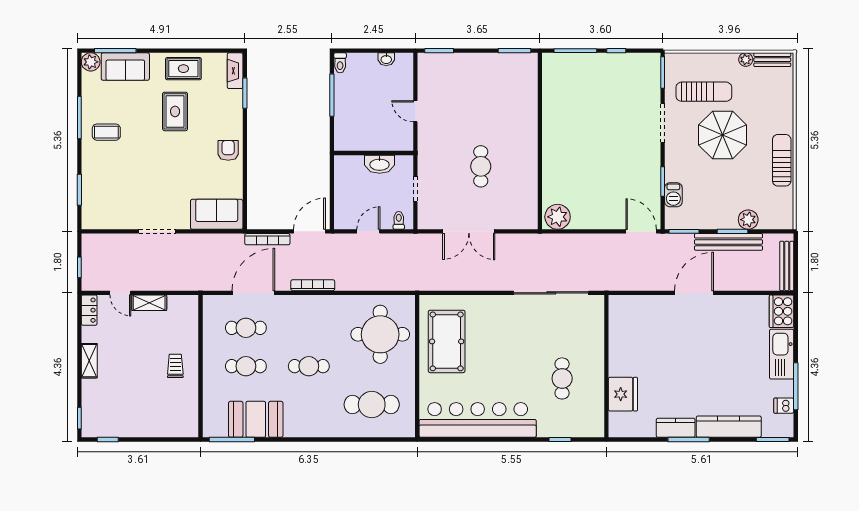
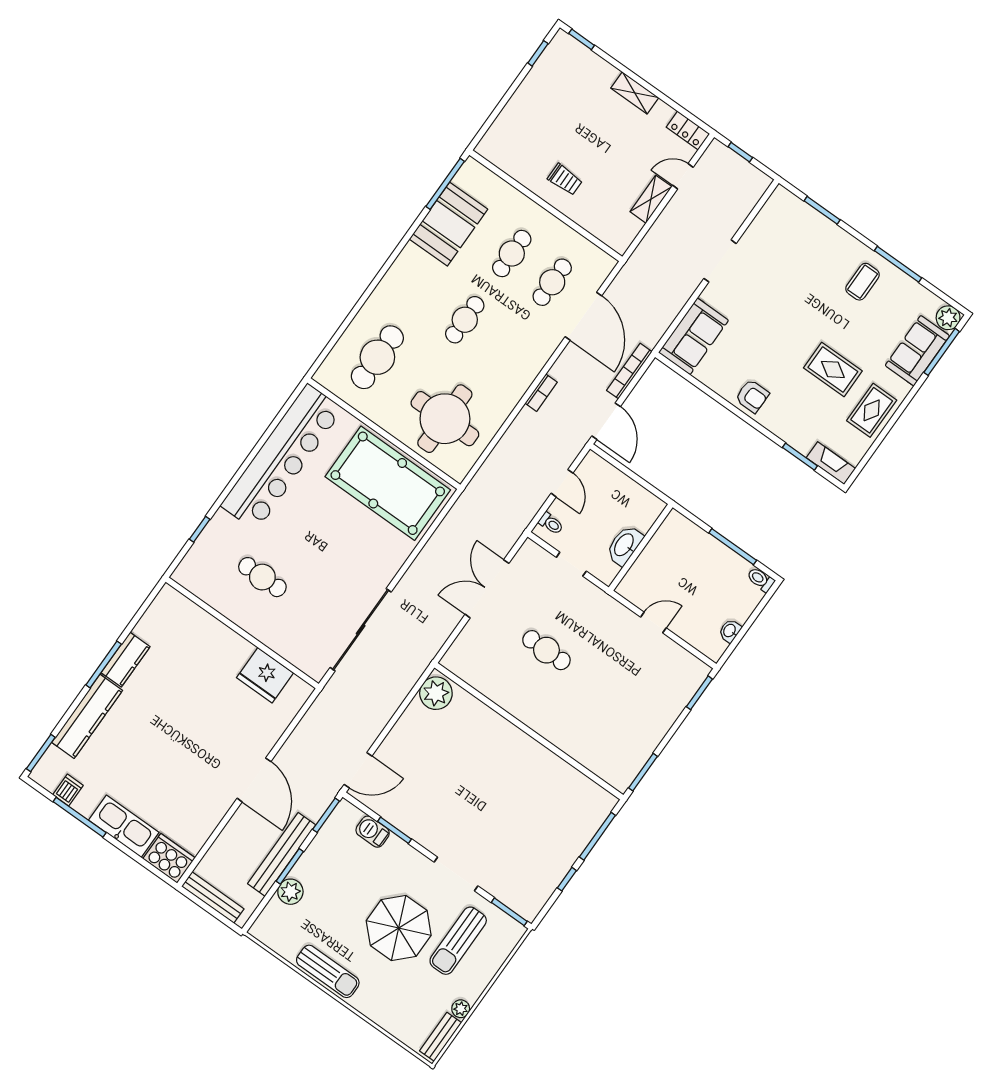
bookcase: (313, 285) -> (541, 393), width x0.64
pool table: (447, 341) -> (388, 483), width x1.36, depth x1.32
fridge: (623, 394) -> (265, 675), moved

